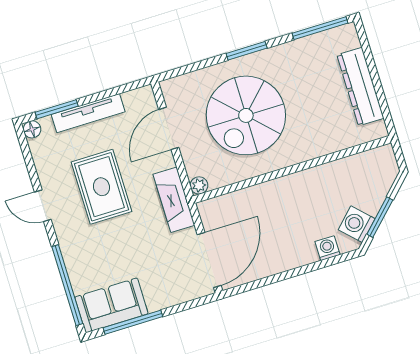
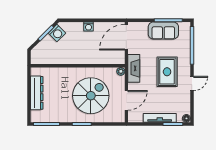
rug: (101, 187) -> (167, 72), moved
door: (43, 206) -> (192, 83), hinge flipped
washing machine: (328, 248) -> (88, 26), moved
sofa: (111, 305) -> (163, 31), moved

